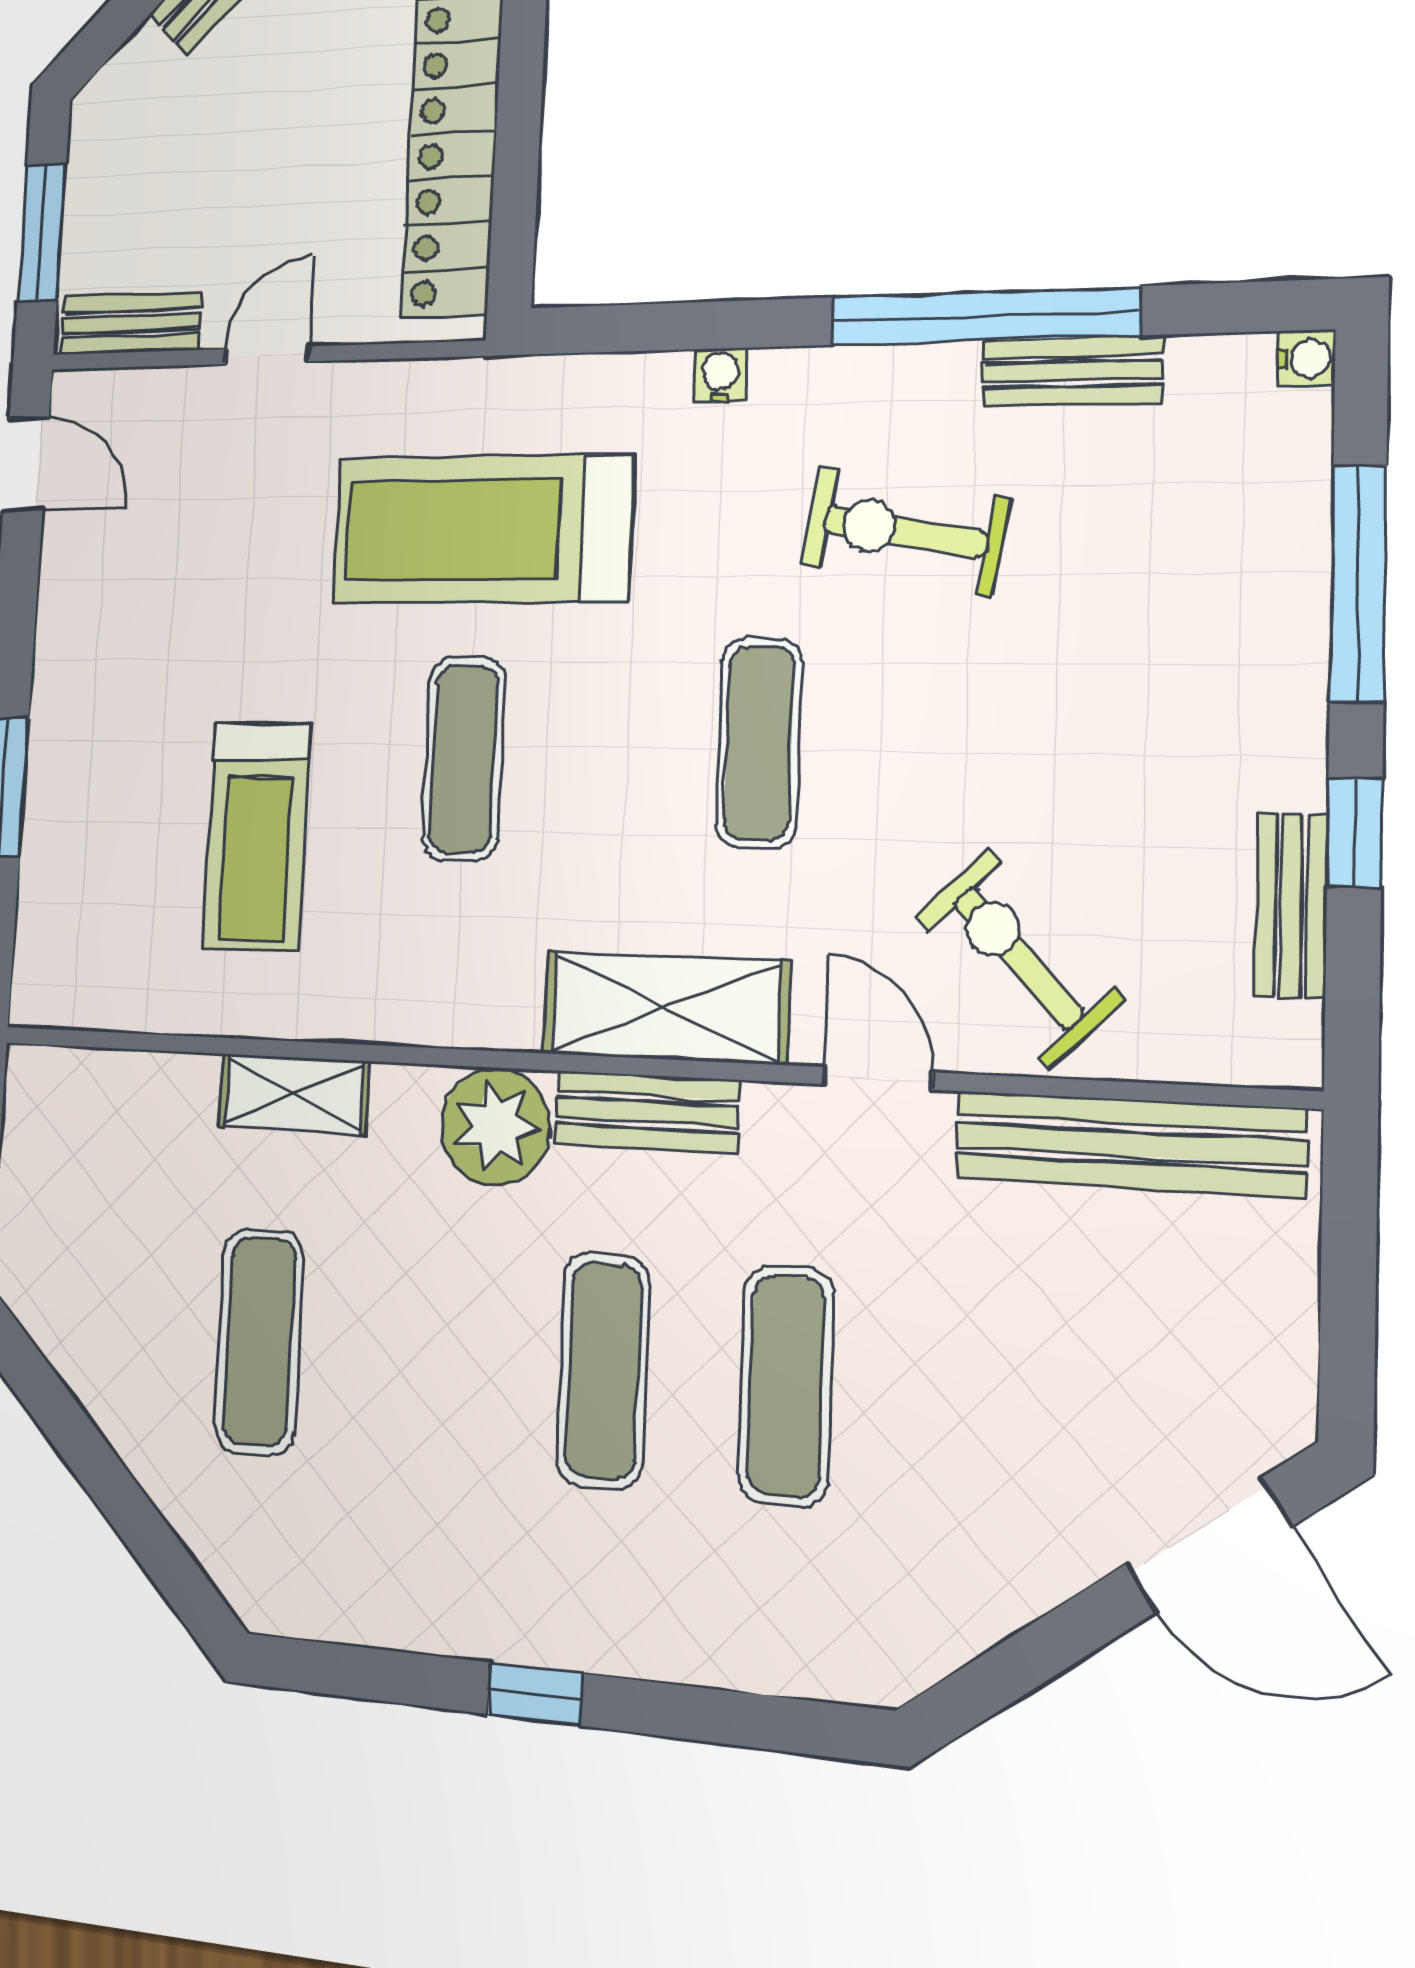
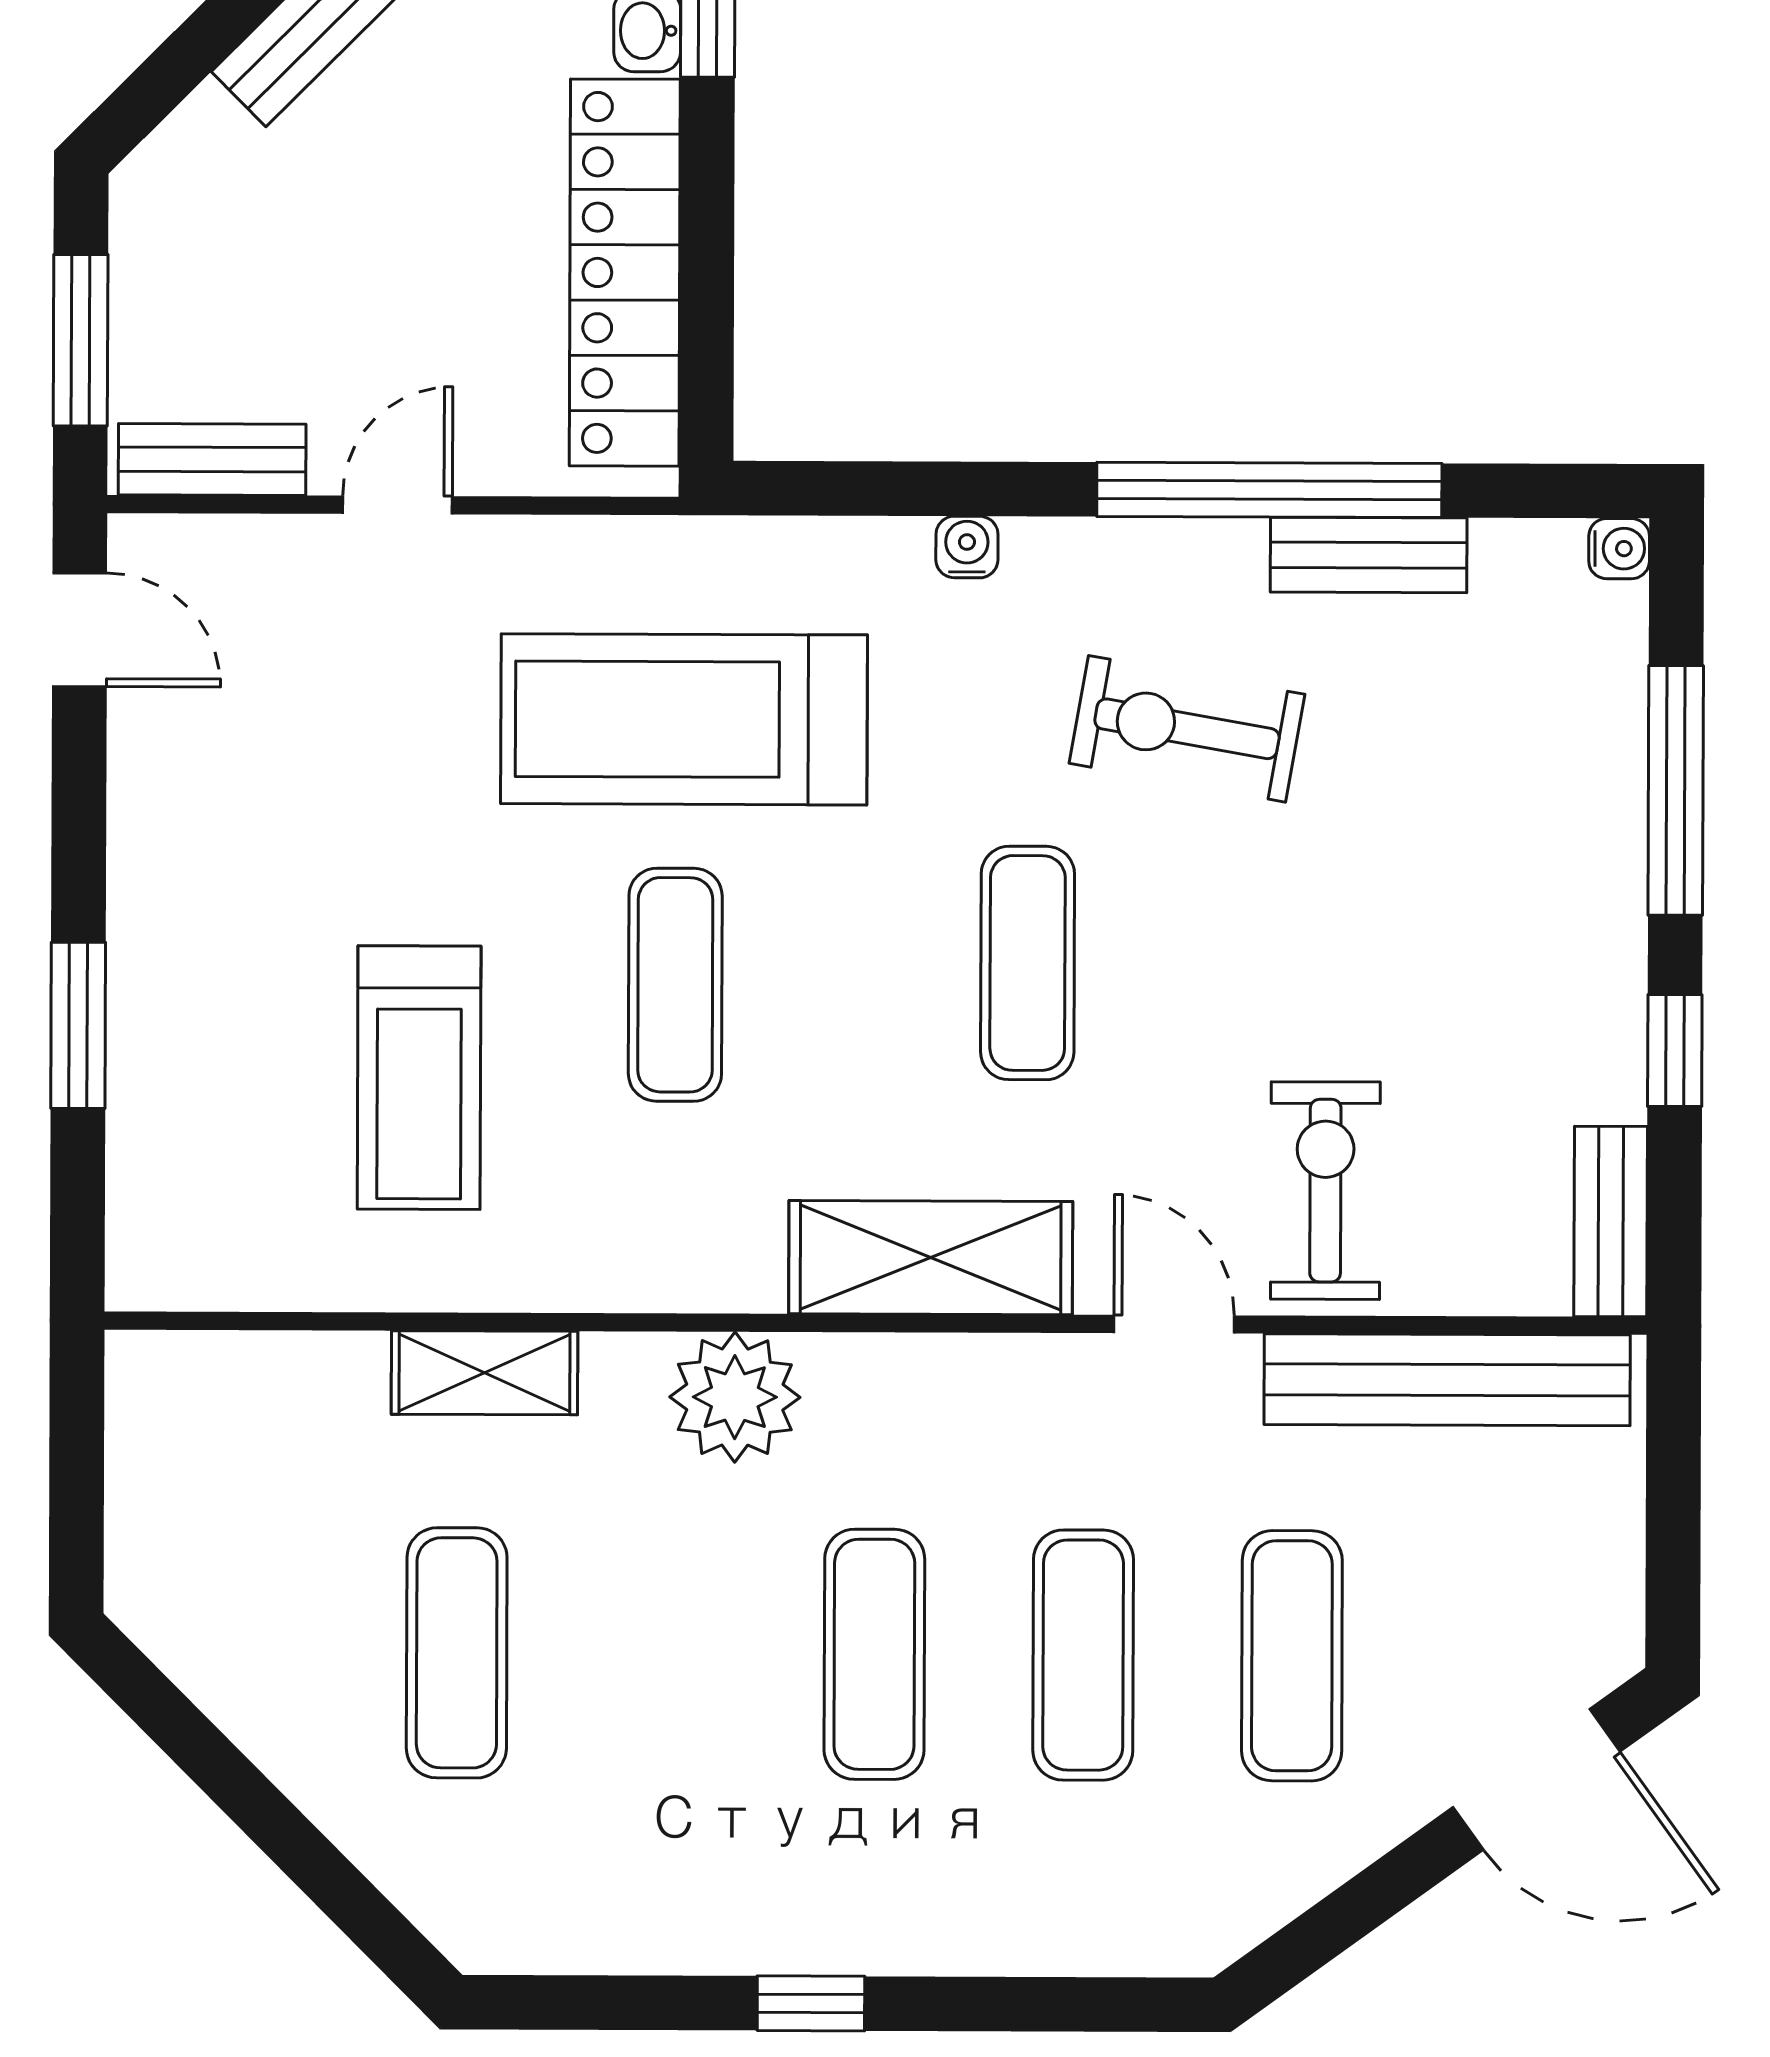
bench: (1291, 905) -> (1611, 1222), moved
exercise bike: (1019, 958) -> (1325, 1191), turned 44
bench: (647, 1112) -> (913, 1373), removed
exercise mat: (977, 1402) -> (1292, 1656), added

